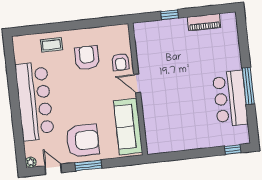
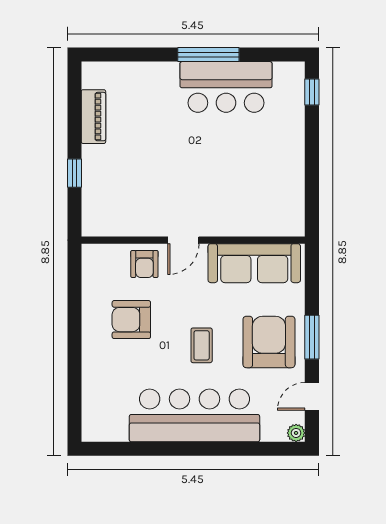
coffee table: (52, 45) -> (202, 345), moved
armchair: (121, 62) -> (144, 264), turned 90

